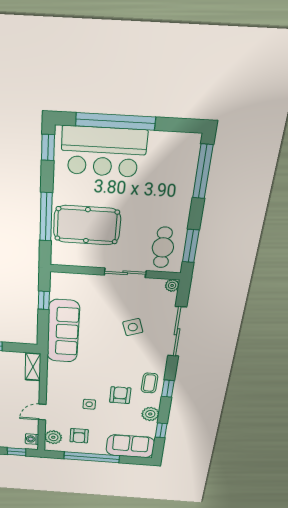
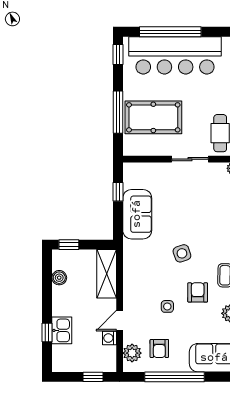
bar counter: (103, 152) -> (175, 55), width x1.36
side table: (133, 327) -> (182, 253), moved
sofa: (63, 331) -> (137, 214), width x0.73
shelving: (33, 367) -> (107, 274), width x1.50, depth x1.33
washing machine: (32, 439) -> (109, 338), moved

